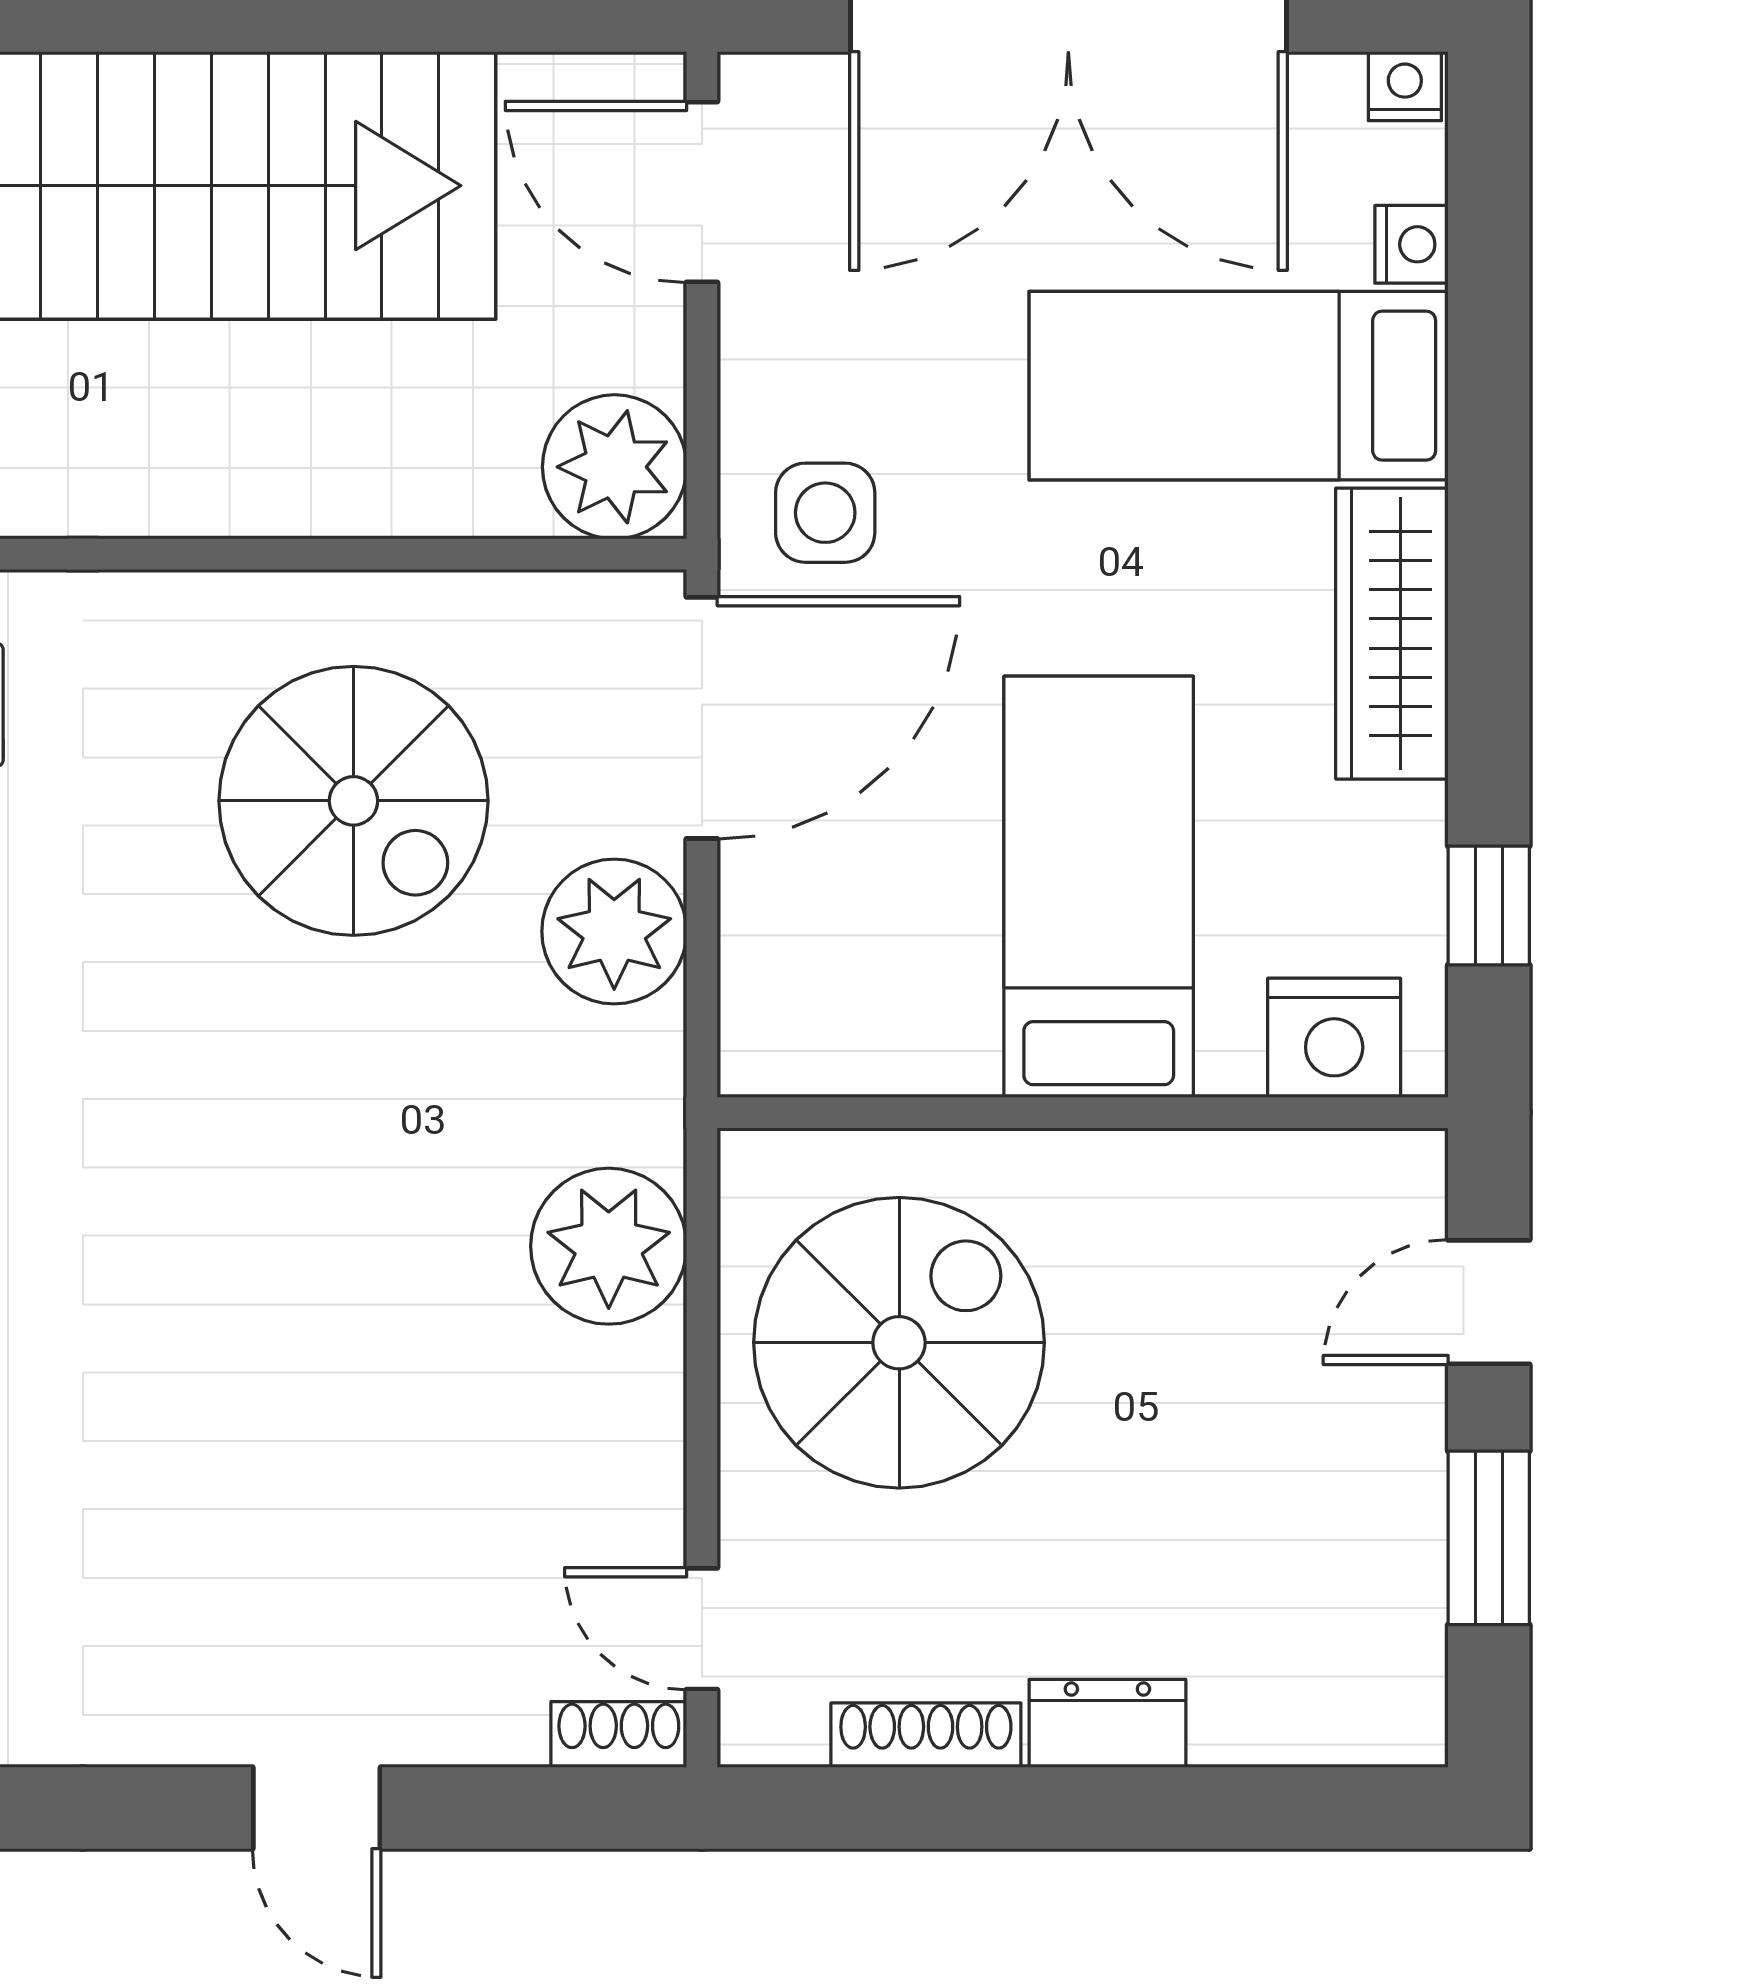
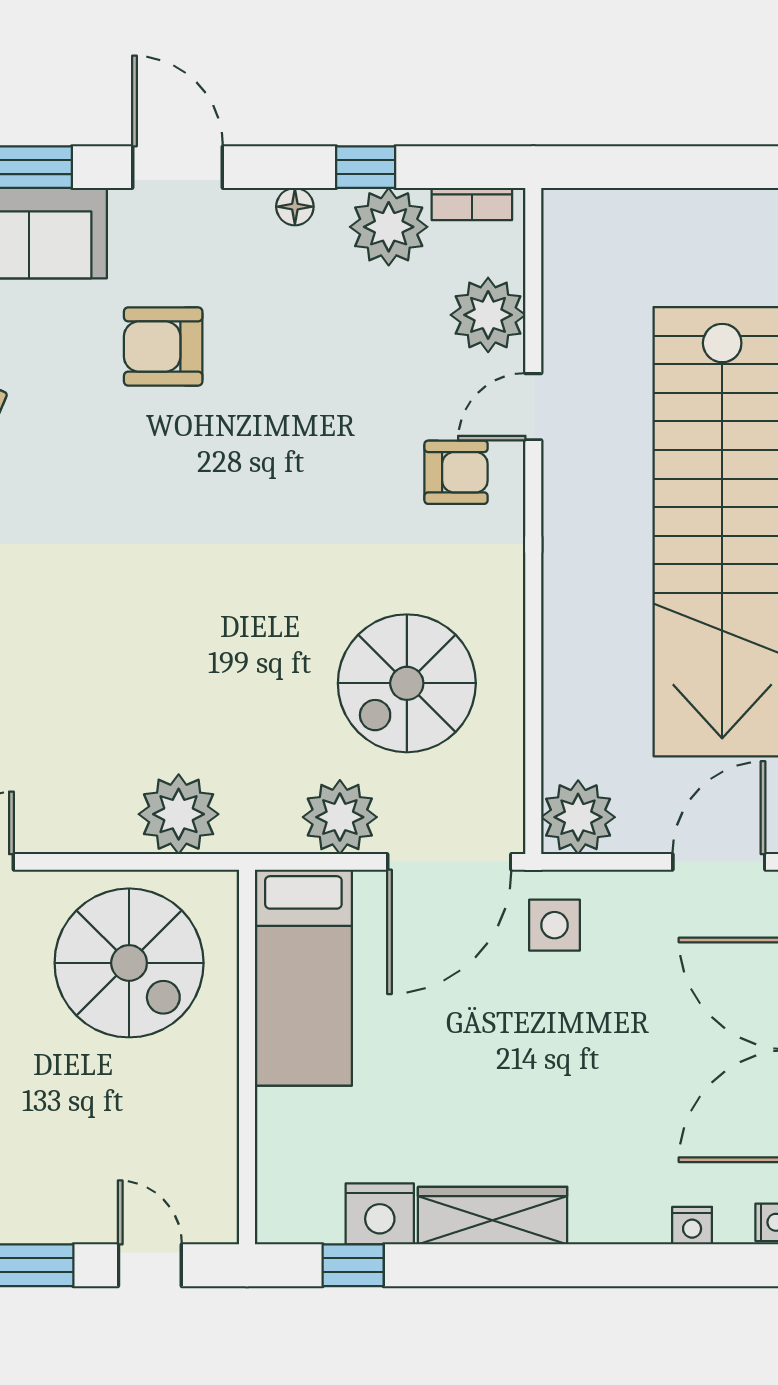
bed: (1239, 386) -> (620, 1137), removed
door: (702, 718) -> (449, 862), hinge flipped
bed: (1099, 887) -> (303, 978), moved, turned 90
nightstand: (1334, 1038) -> (380, 1214), moved, turned -90

